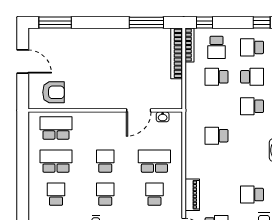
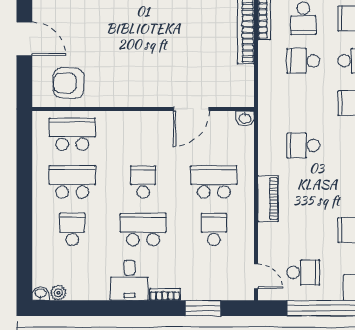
armchair: (53, 92) -> (69, 83), turned 180
washbasin: (163, 117) -> (245, 118), moved
school desk: (105, 194) -> (143, 230), width x1.85
piano: (192, 195) -> (268, 199), moved

